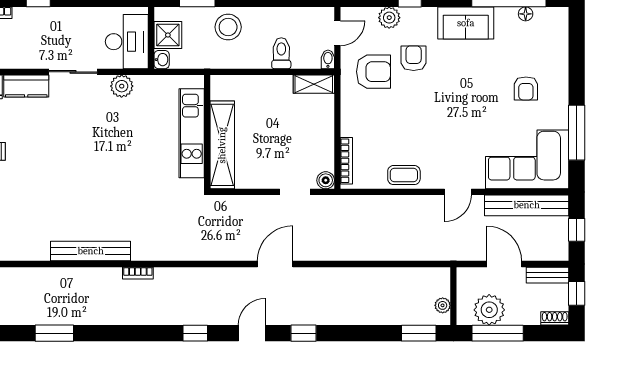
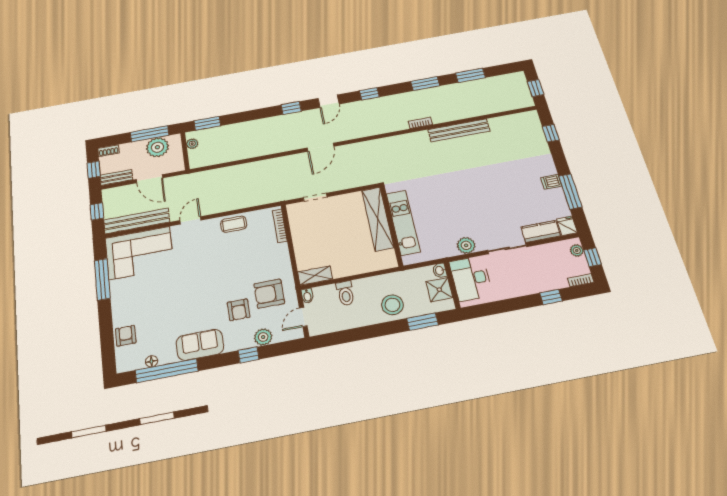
armchair: (526, 88) -> (126, 336), moved
boiler: (326, 180) -> (293, 209), removed
window: (118, 333) -> (425, 84), added

